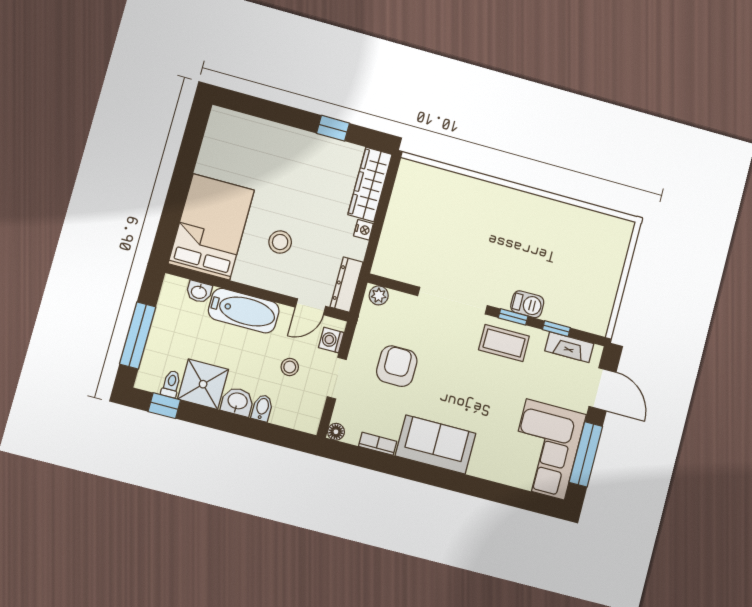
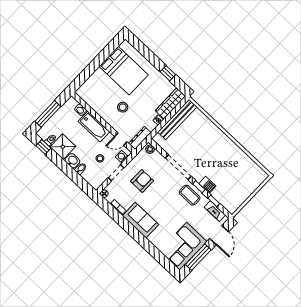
bench: (400, 209) -> (177, 119), added
bed: (211, 227) -> (124, 71), moved, turned 90

